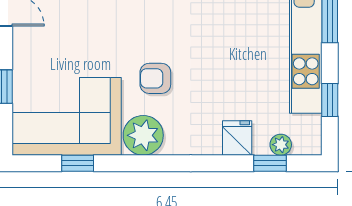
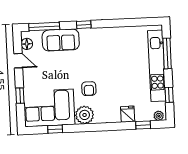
armchair: (155, 78) -> (89, 89), turned -90
plant: (281, 145) -> (159, 116), moved

